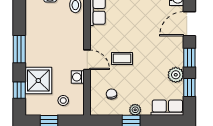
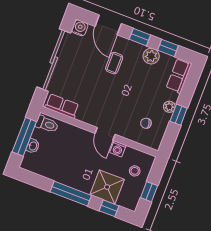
window: (19, 49) -> (71, 194), width x1.44
coffee table: (122, 58) -> (114, 63), moved
door: (87, 60) -> (105, 134), swing flipped

